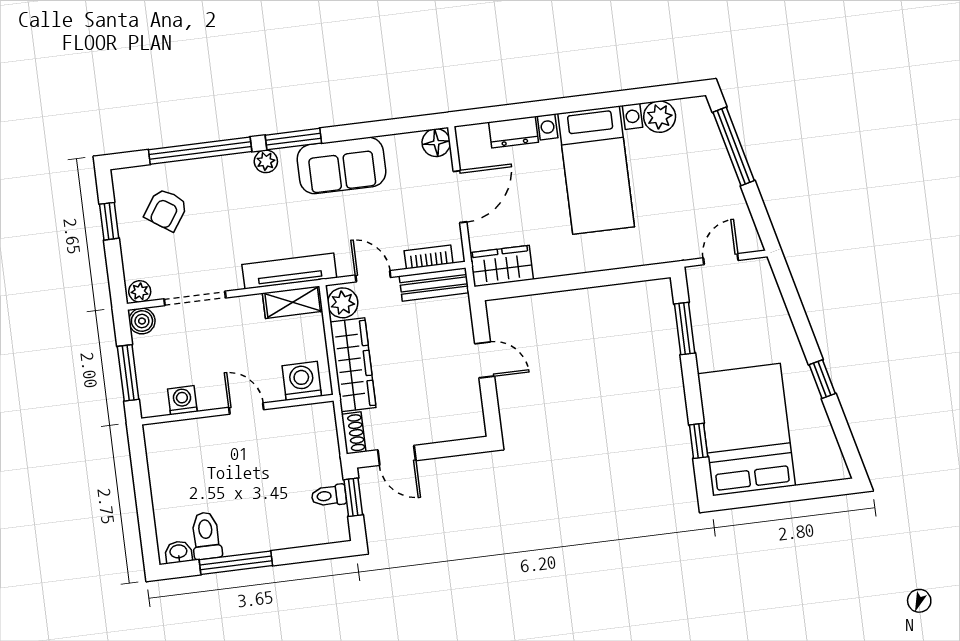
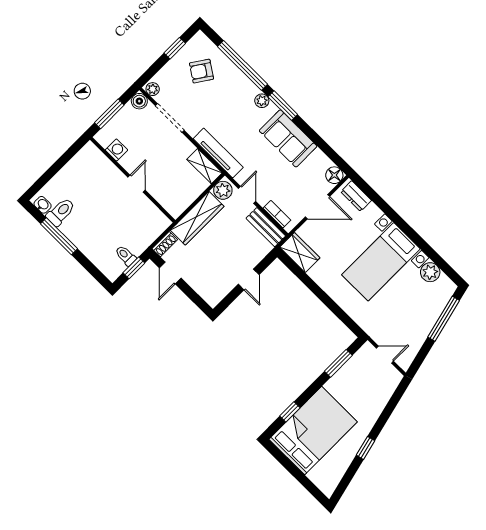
dresser: (514, 132) -> (356, 196), moved
washing machine: (302, 381) -> (170, 200), removed

